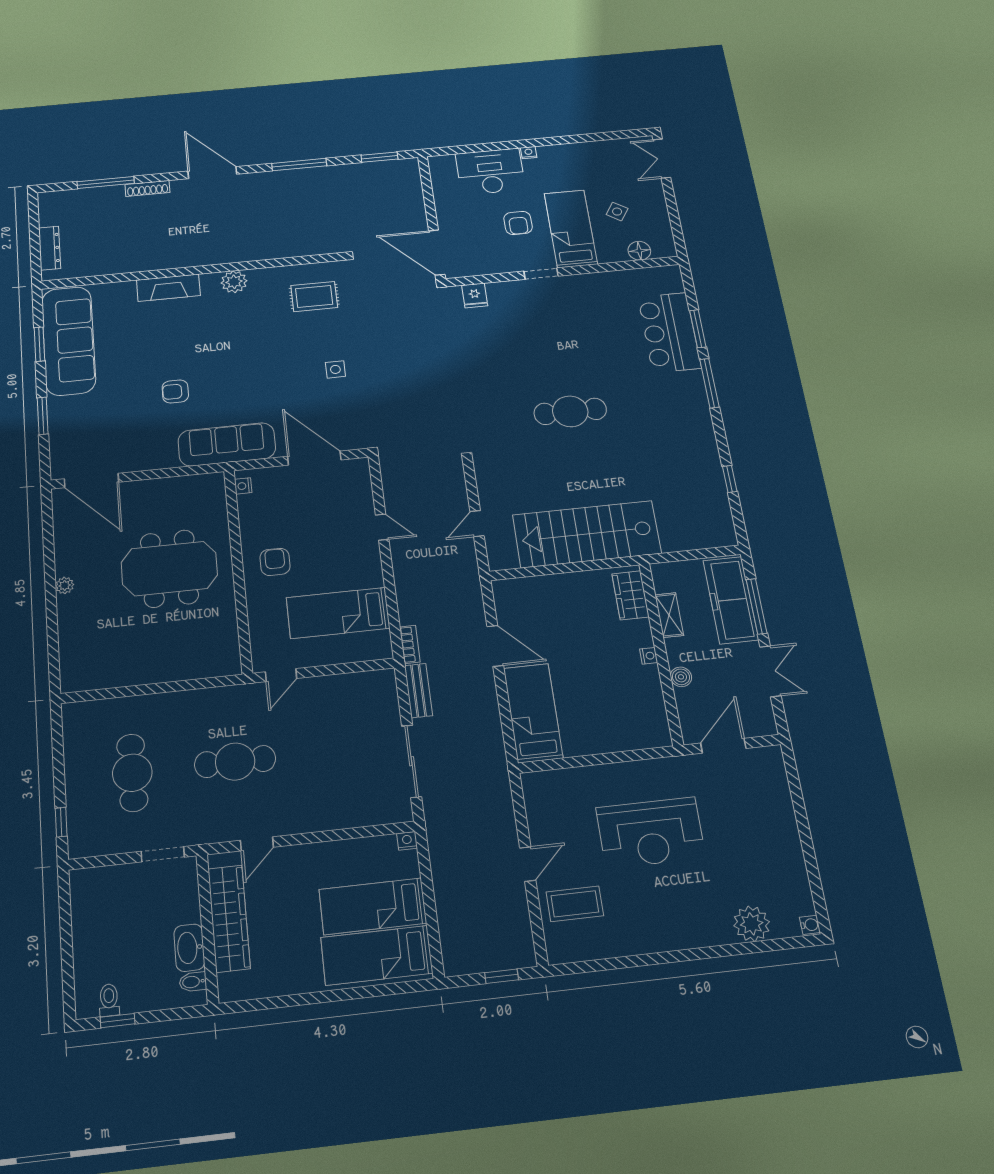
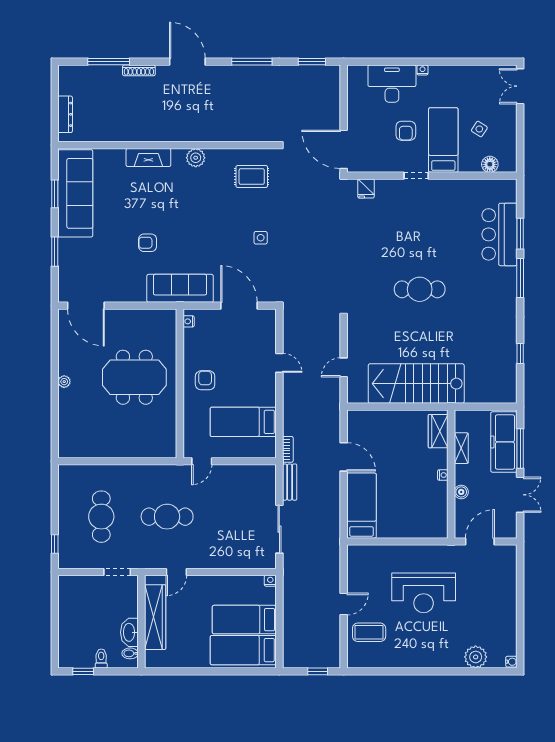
toilet: (109, 1000) -> (101, 659), moved

